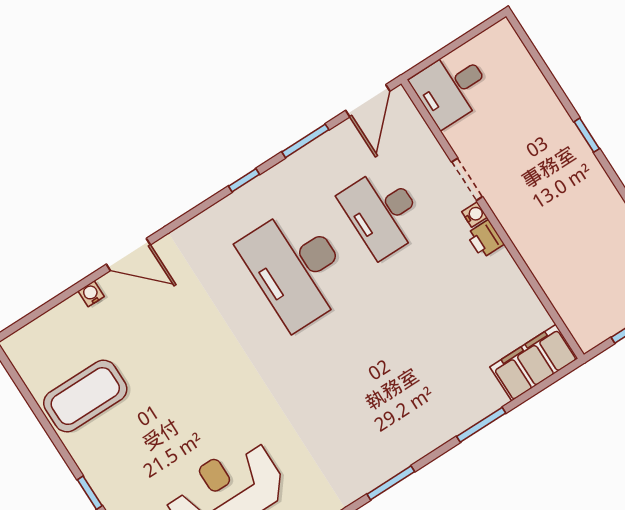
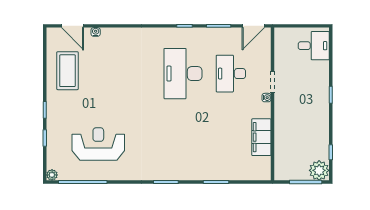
desk: (451, 88) -> (314, 46), moved, turned 180
printer: (485, 239) -> (265, 110), removed
door: (128, 254) -> (72, 26), moved
filing cabinet: (534, 363) -> (261, 137), moved, turned -90
coffee table: (85, 396) -> (67, 71), turned 90

